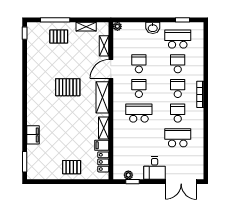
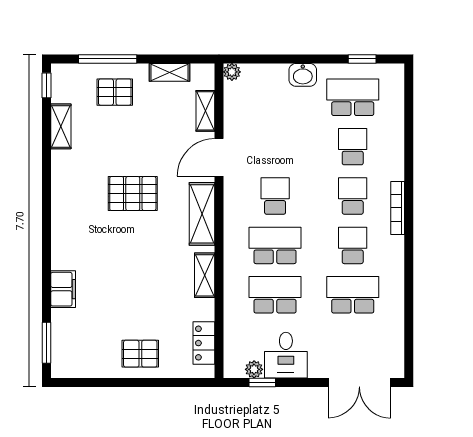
shelving: (32, 54) -> (61, 126), added
school desk: (139, 64) -> (275, 295), moved, width x1.85
filing cabinet: (102, 145) -> (201, 310), removed
desk: (155, 168) -> (286, 355), moved

